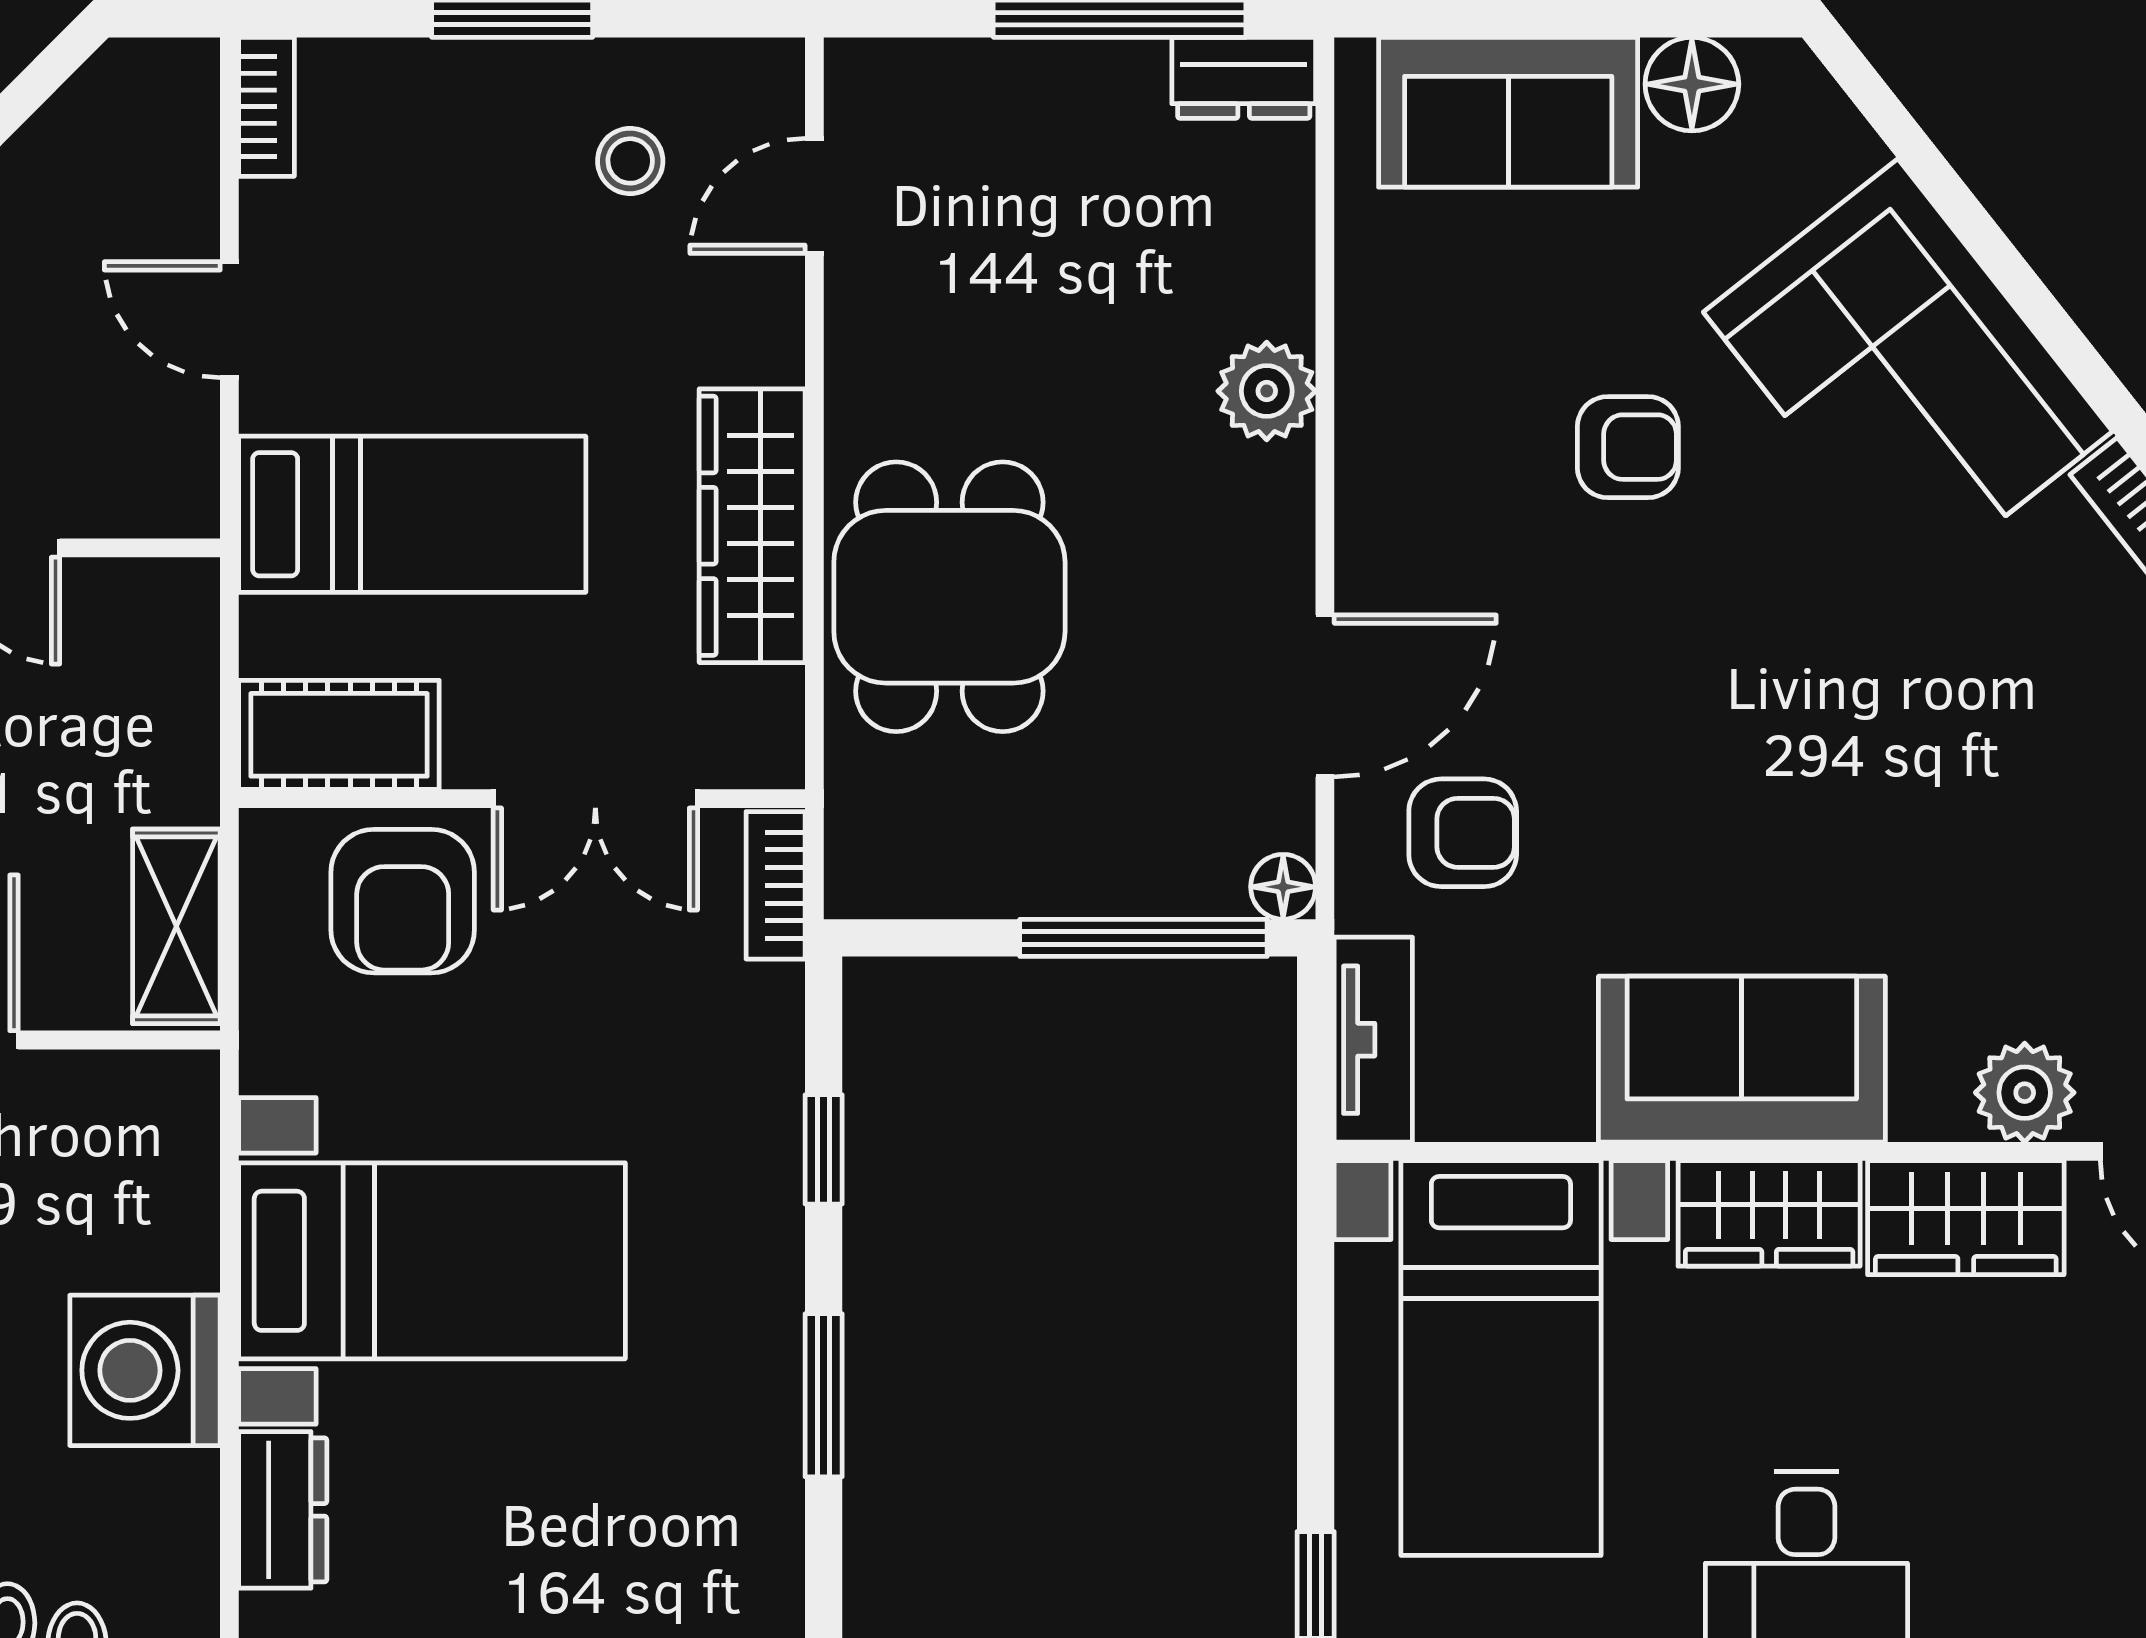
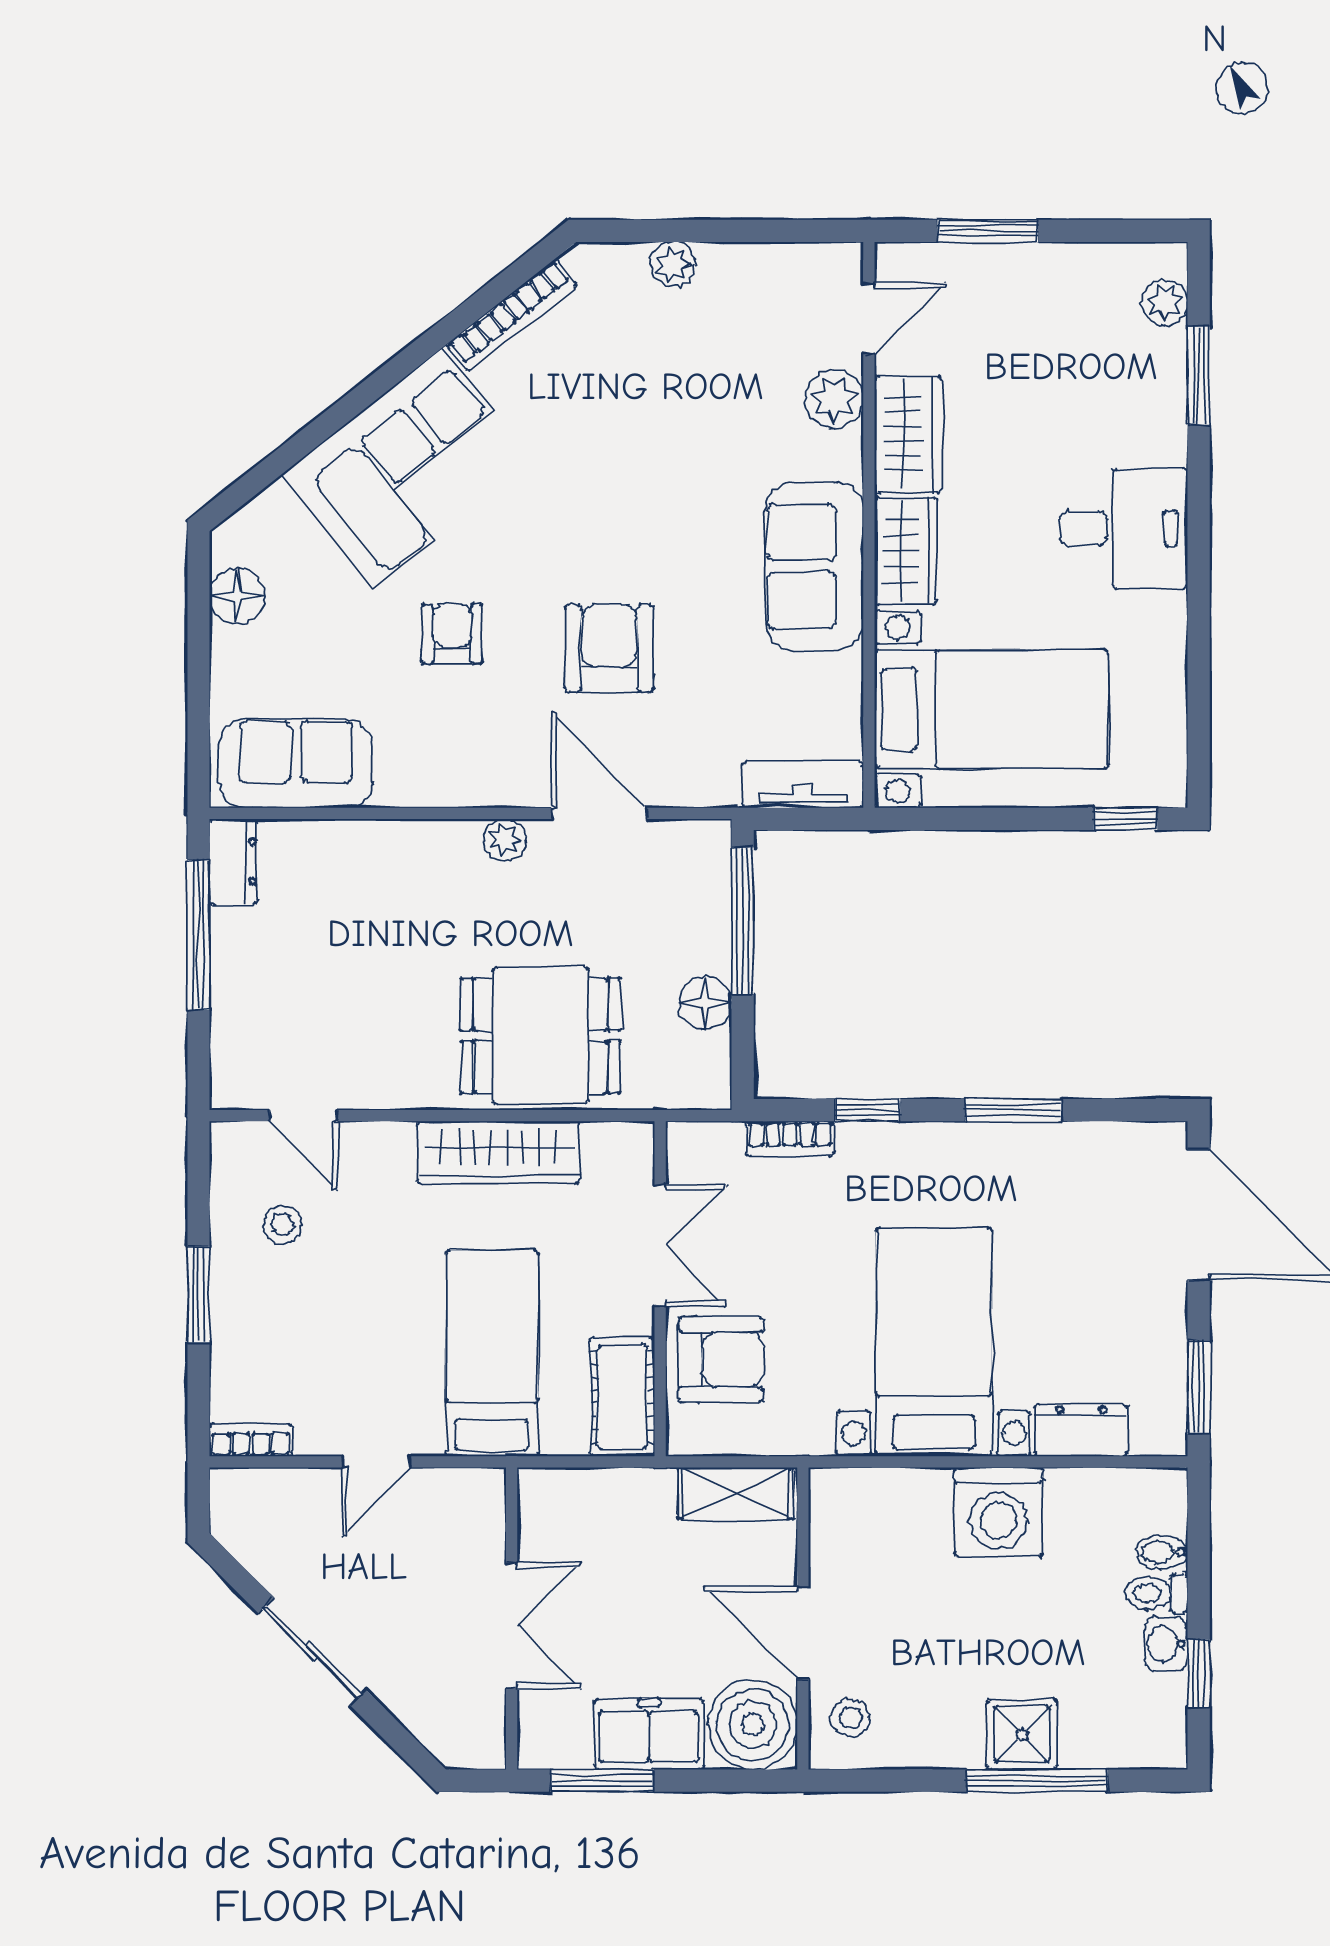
sofa: (1508, 112) -> (296, 764), moved, turned -90
plant: (1267, 391) -> (505, 840), moved, width x0.73, depth x0.73
armchair: (1463, 833) -> (609, 648), moved, width x1.38, depth x1.38
bookcase: (776, 885) -> (790, 1139), moved
floor lamp: (1283, 887) -> (705, 1003), moved, width x1.37, depth x1.37

